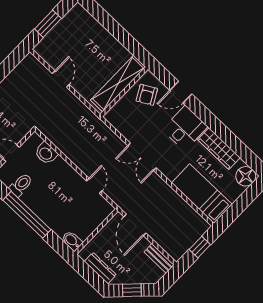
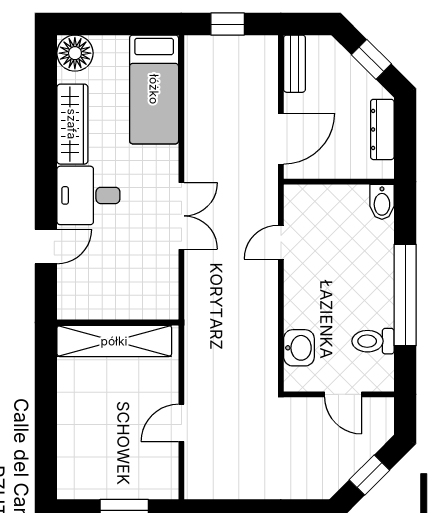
door: (181, 92) -> (46, 247), hinge flipped
armchair: (147, 95) -> (93, 288), removed

